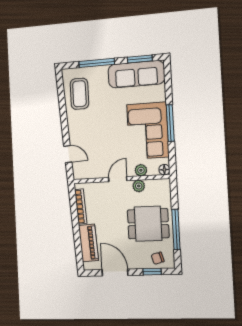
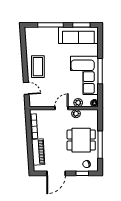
coffee table: (79, 94) -> (38, 67), moved
door: (115, 272) -> (56, 173), swing flipped

